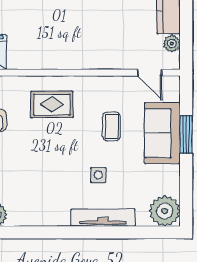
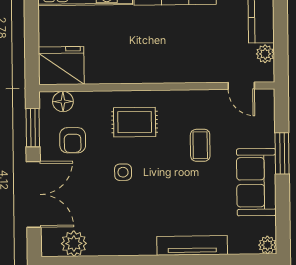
sofa: (162, 133) -> (256, 182), moved
side table: (98, 175) -> (123, 172), moved
plant: (165, 211) -> (268, 245), width x0.53, depth x0.53

